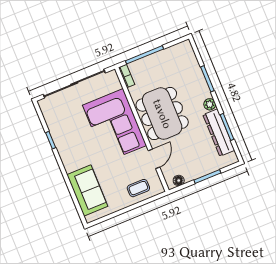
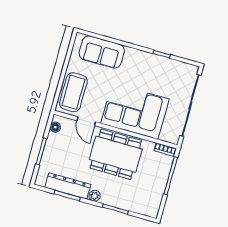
coffee table: (138, 188) -> (73, 92), width x1.86, depth x1.72

